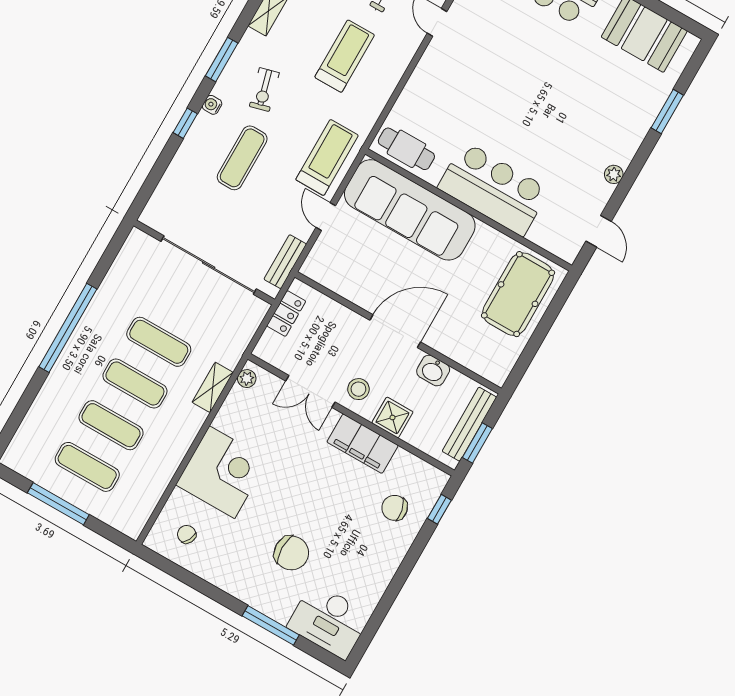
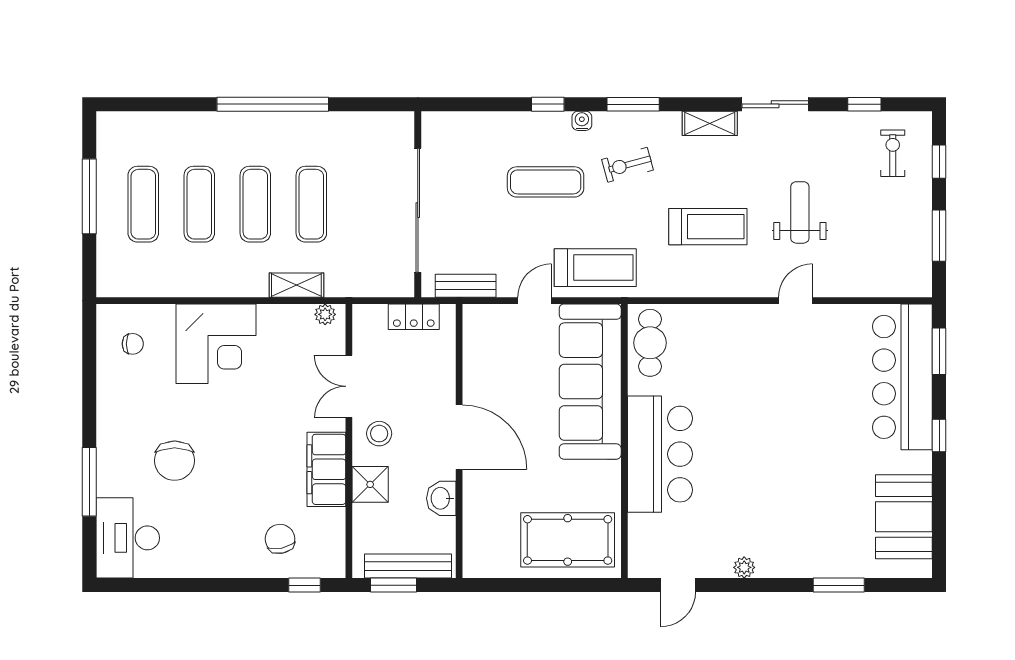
chair: (187, 534) -> (133, 344), turned 63

